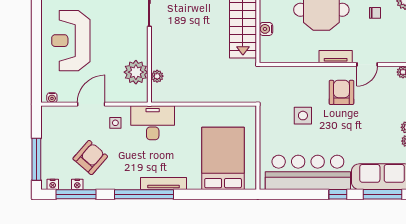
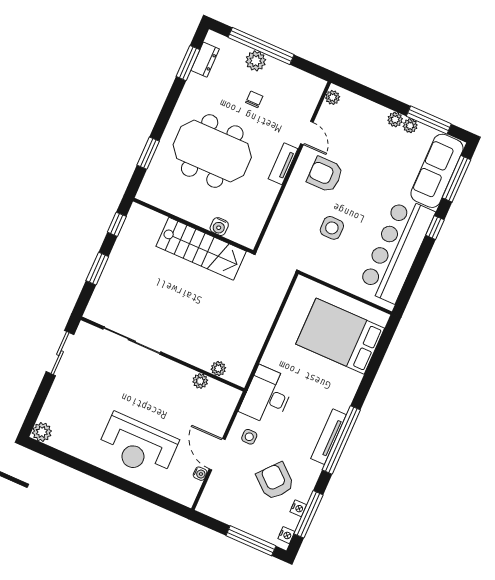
plant: (136, 72) -> (200, 381), width x0.53, depth x0.53
water cooler: (52, 98) -> (200, 474), moved
tv unit: (163, 183) -> (329, 437), moved

